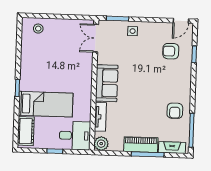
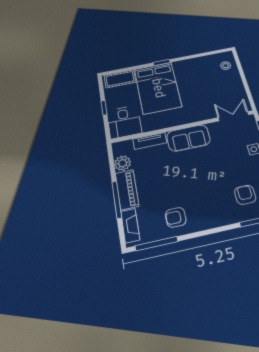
bed: (46, 104) -> (158, 88), width x1.50
plant: (101, 144) -> (123, 163), moved

